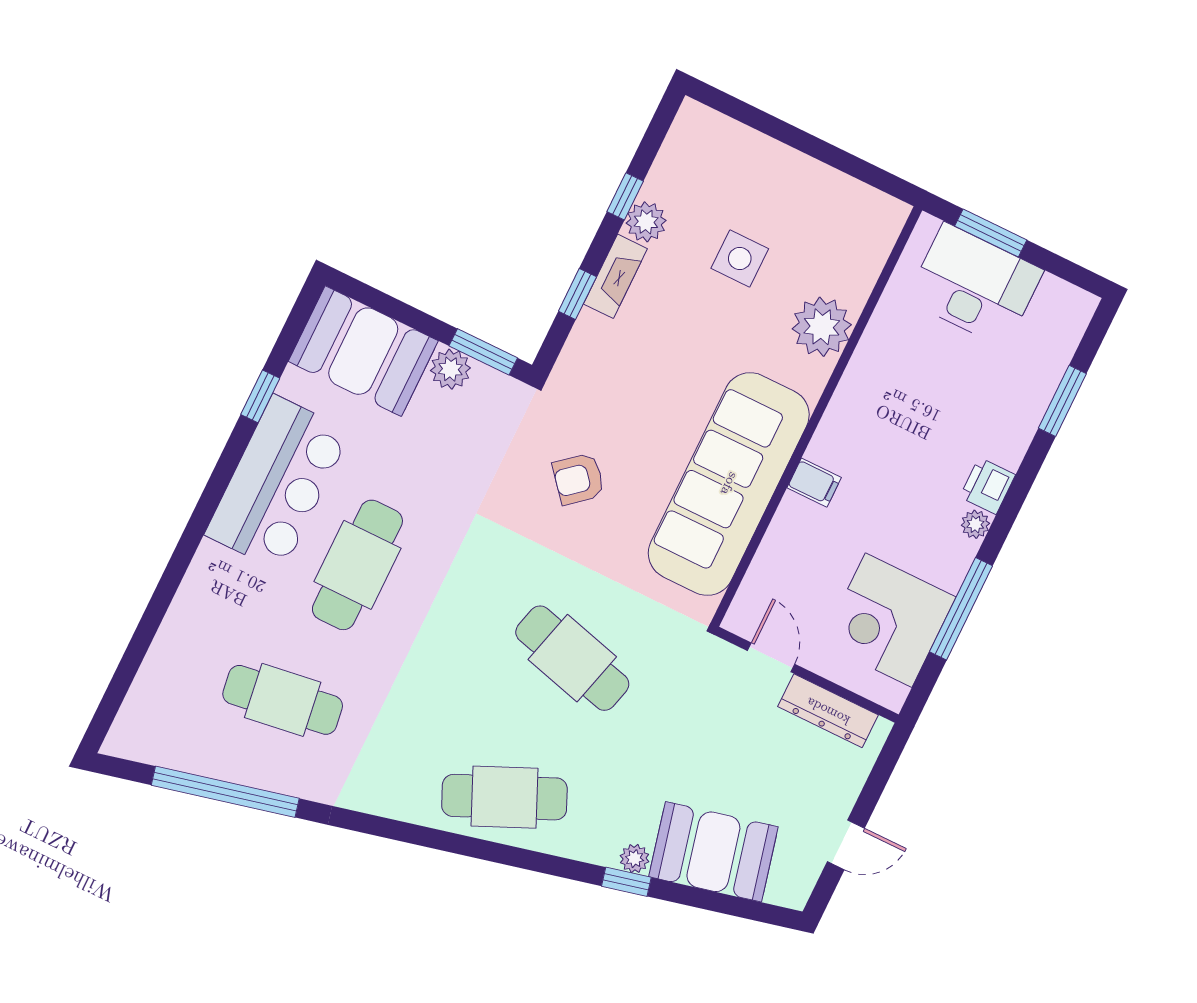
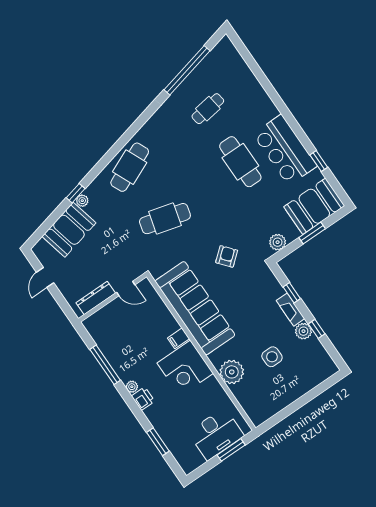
window: (483, 352) -> (312, 233), moved
plant: (450, 369) -> (278, 242), moved
corner desk: (889, 620) -> (185, 368), moved, turned 180
cafe table: (283, 700) -> (208, 109), width x0.73, depth x0.74

